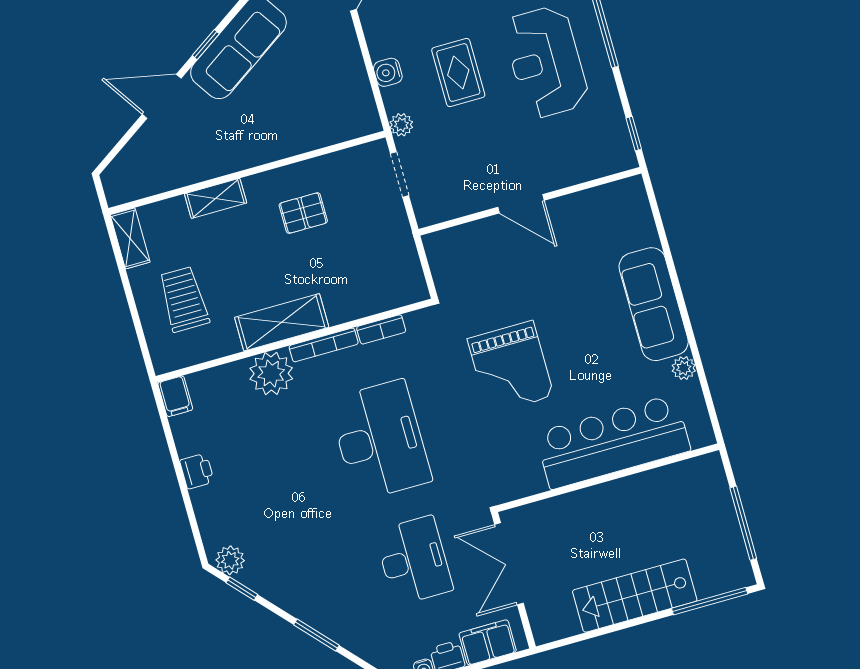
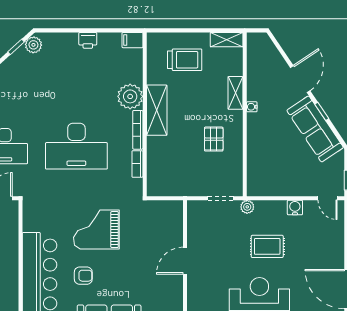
water cooler: (388, 72) -> (295, 208), moved
water cooler: (231, 164) -> (252, 107), added
armchair: (594, 368) -> (83, 276), added

